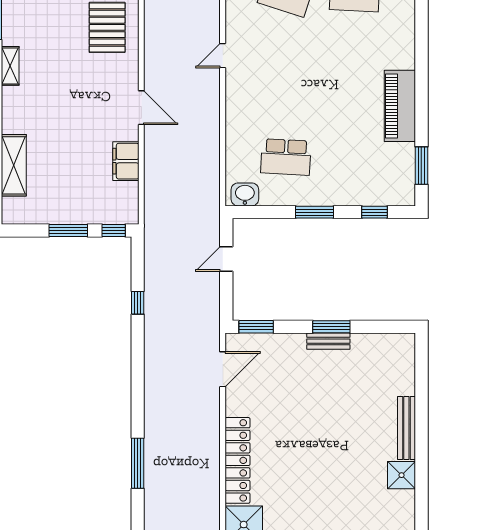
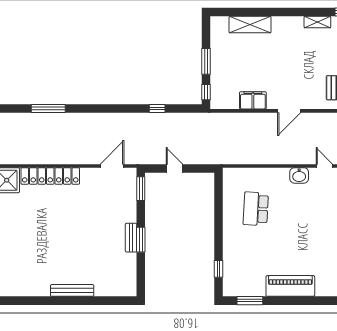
washbasin: (245, 194) -> (299, 175), moved, turned 90
window: (314, 212) -> (218, 228), removed
door: (226, 259) -> (175, 168), moved
door: (223, 369) -> (112, 166), swing flipped
shower: (402, 475) -> (40, 287), removed

